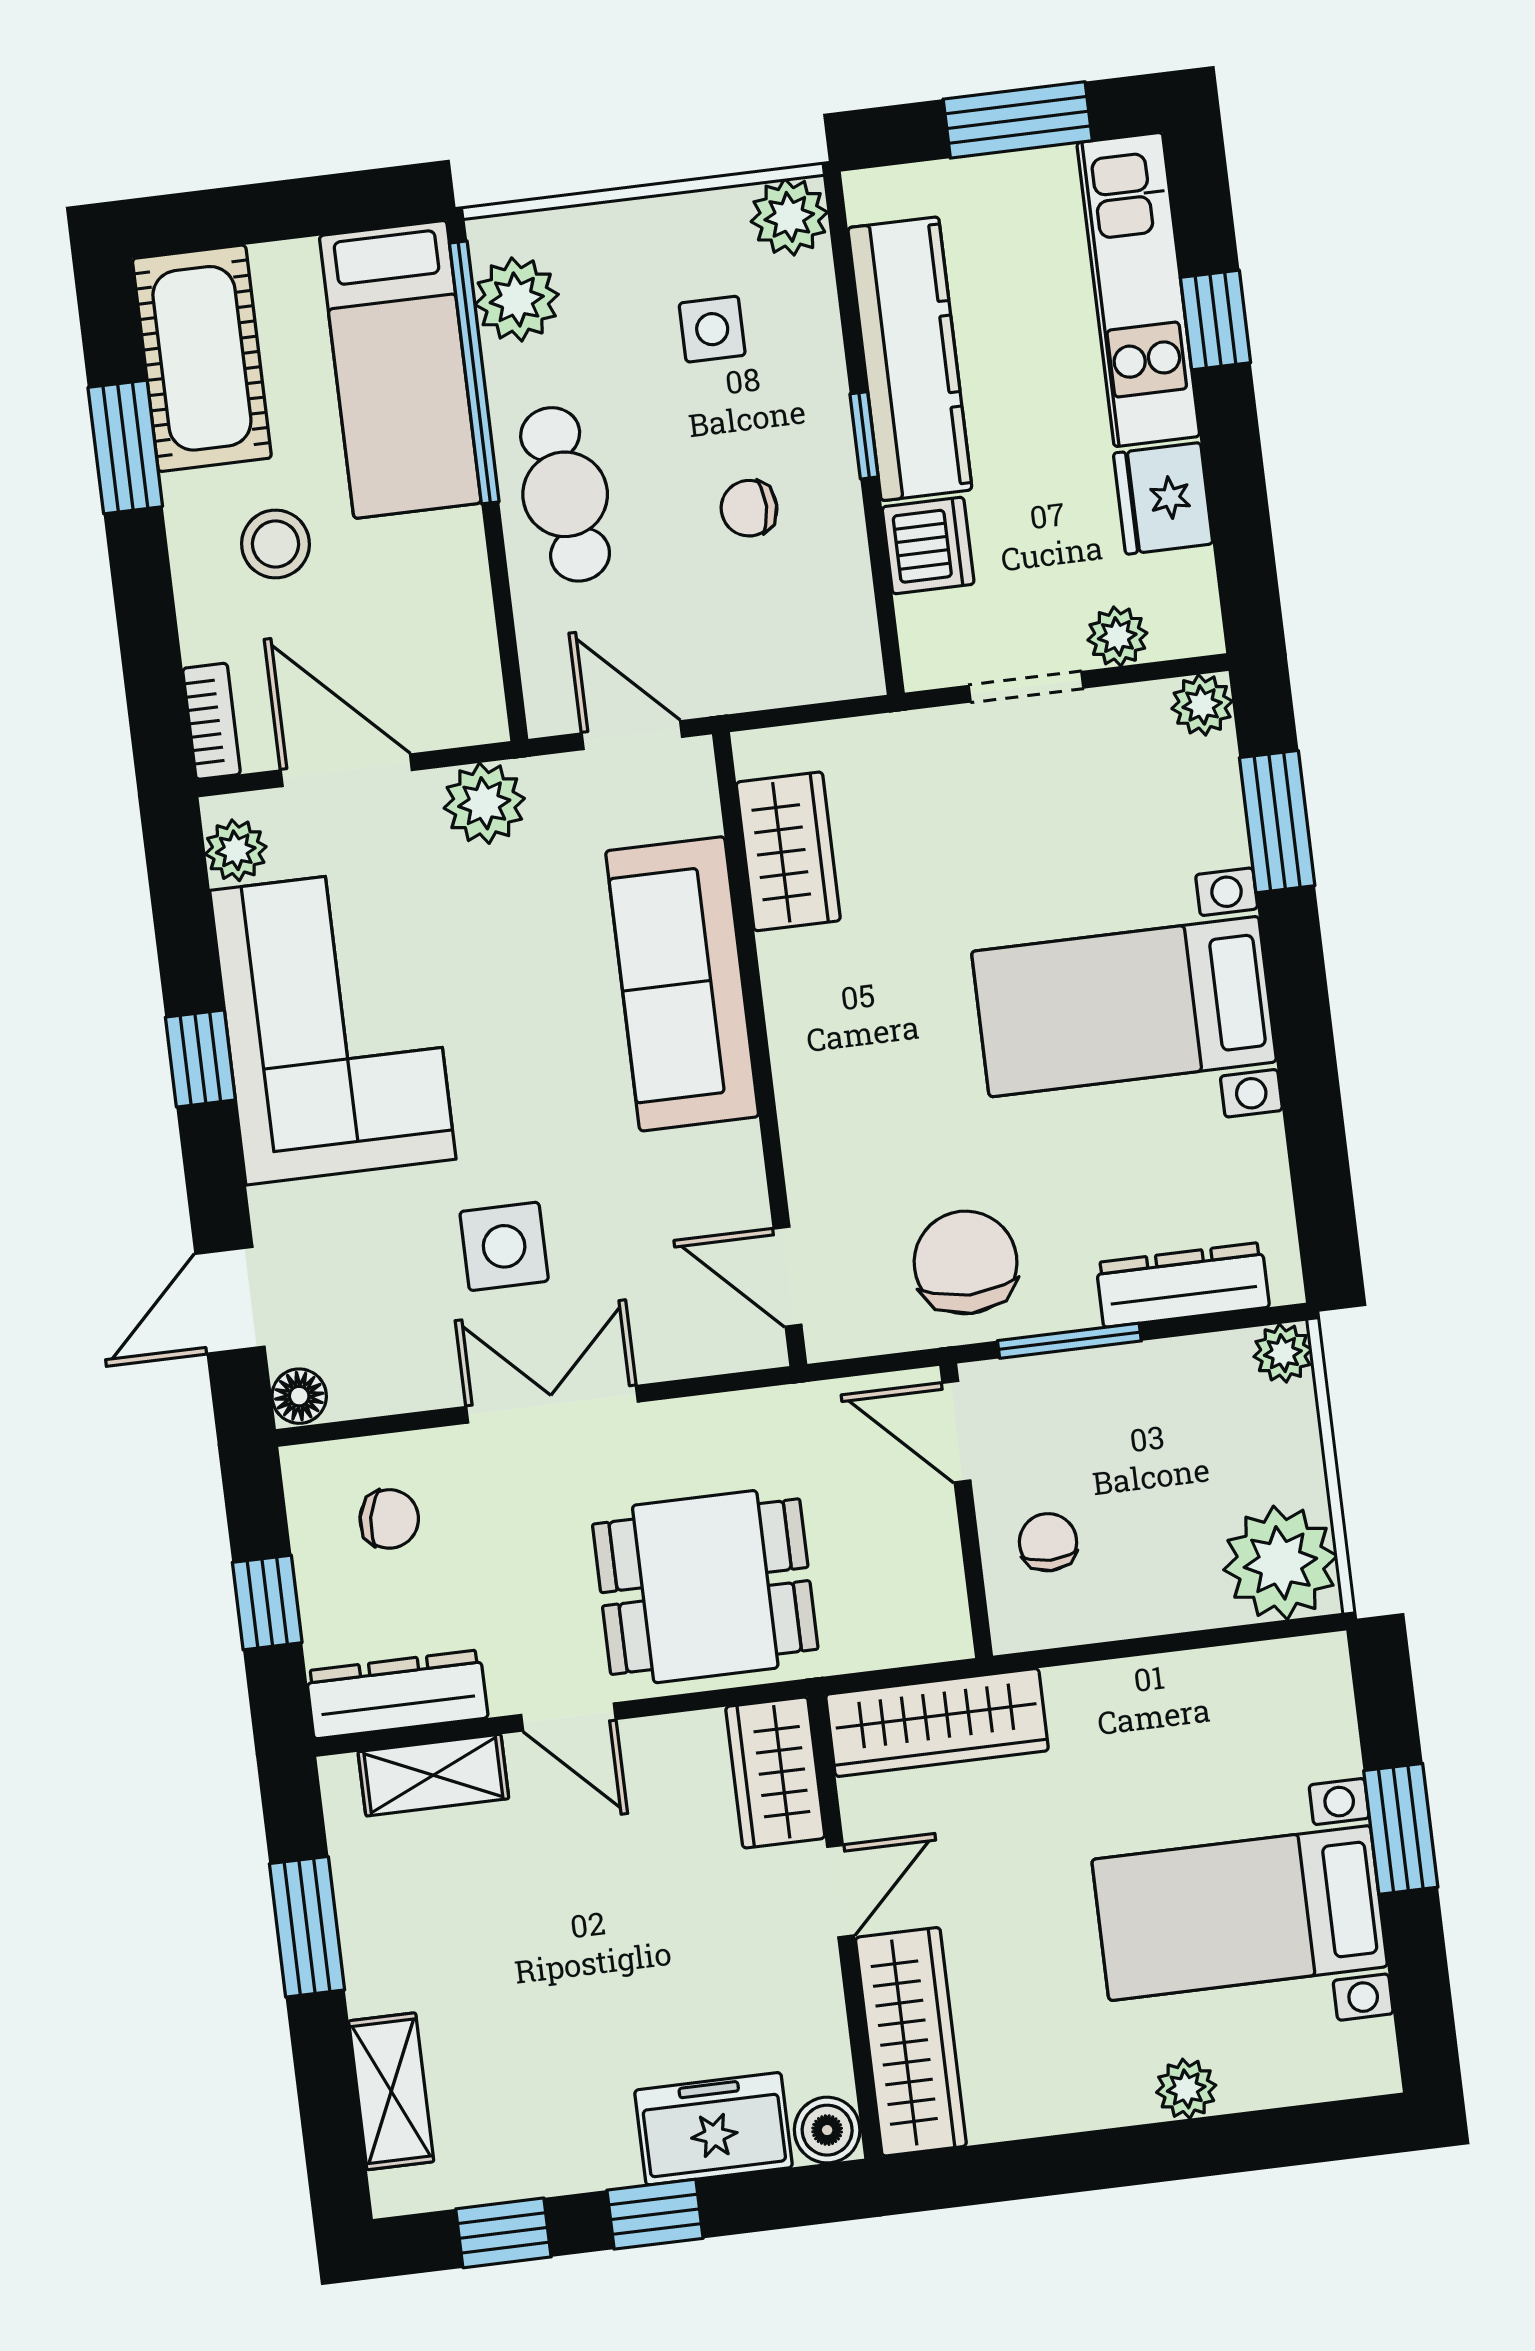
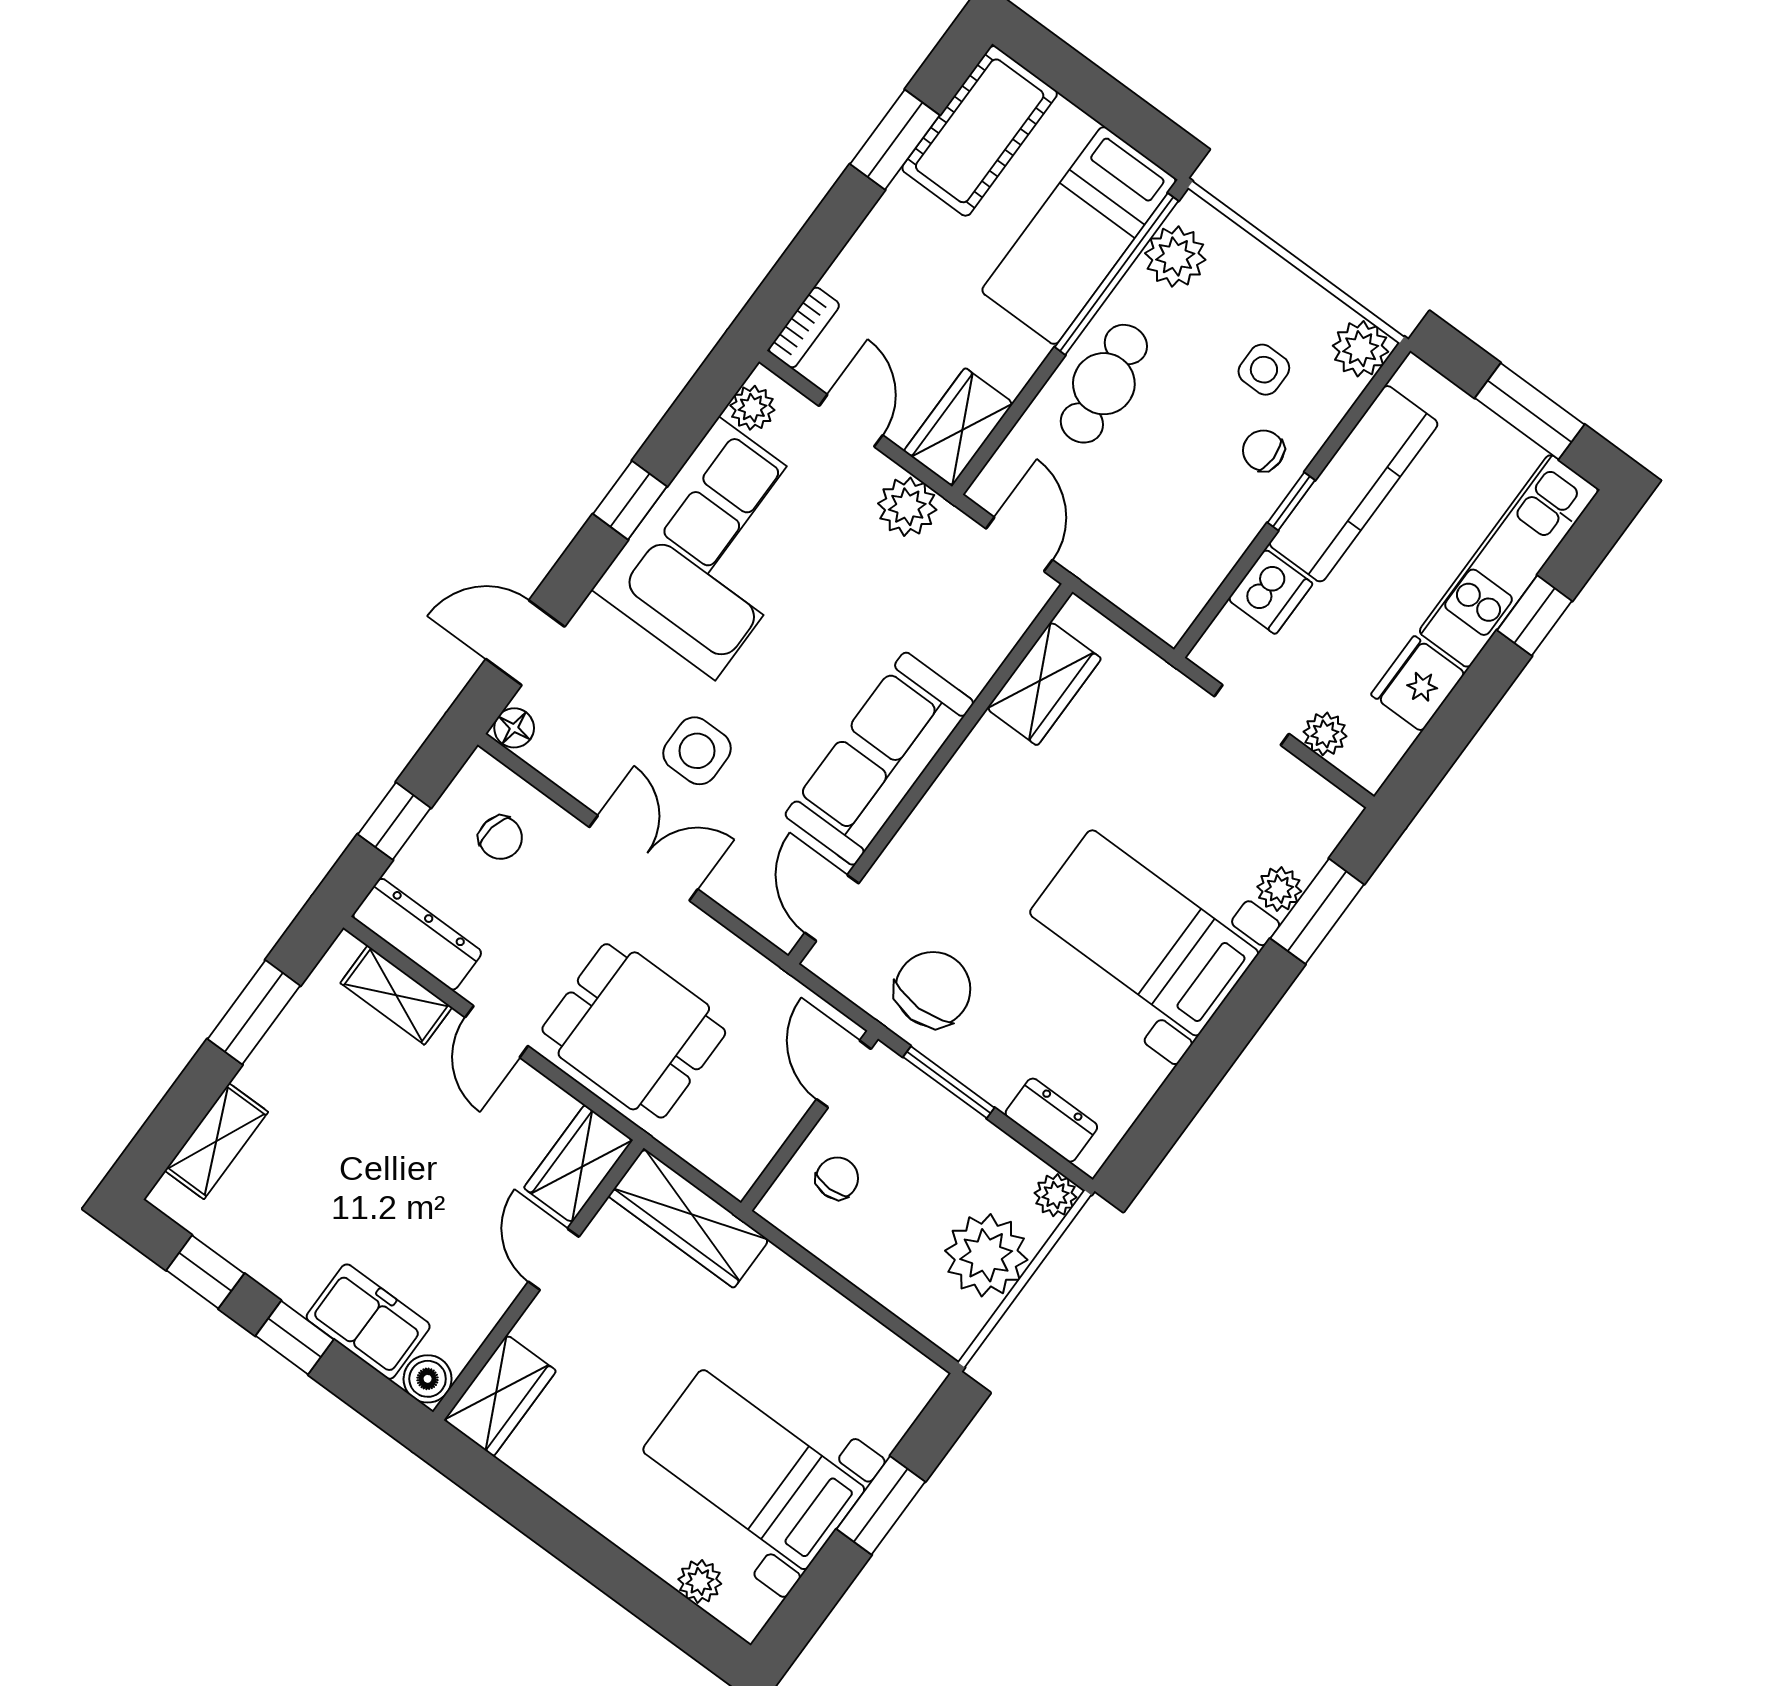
chair: (749, 508) -> (1263, 451), moved
stool: (275, 544) -> (926, 266), removed
wardrobe: (461, 675) -> (959, 427), added
plant: (1202, 705) -> (1279, 889), moved
door: (346, 770) -> (851, 421), width x0.73
sofa: (682, 984) -> (879, 759), moved
dresser: (1183, 1285) -> (1051, 1120), width x0.70
plant: (1280, 1563) -> (986, 1255), moved
door: (841, 1891) -> (554, 1259), swing flipped
wardrobe: (911, 2042) -> (500, 1395), width x0.67
plant: (1186, 2089) -> (700, 1581), moved

